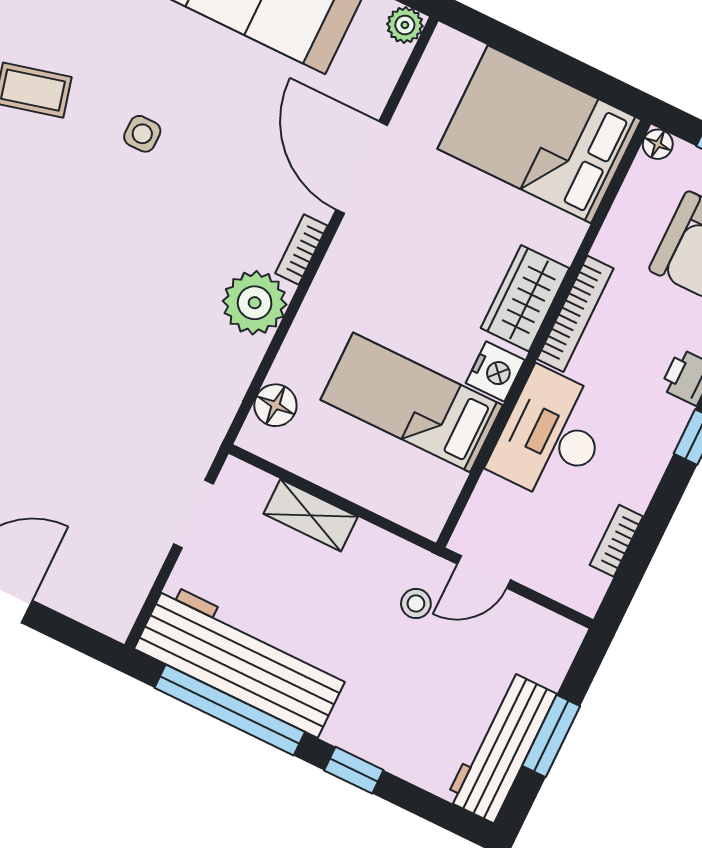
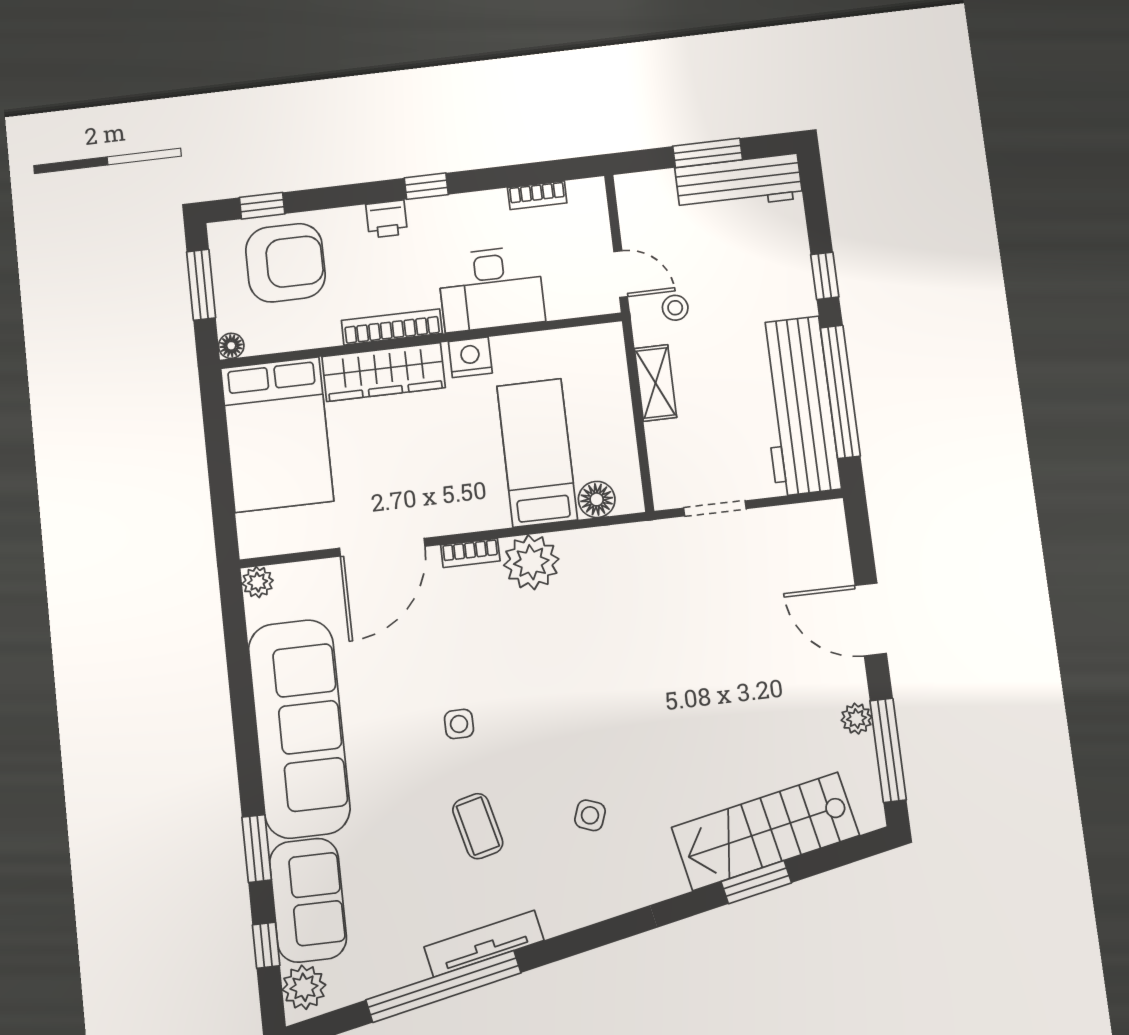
wardrobe: (525, 298) -> (383, 372), width x1.50
bed: (412, 402) -> (537, 453), moved, turned 180
shelving: (311, 515) -> (655, 383), moved

